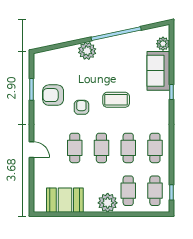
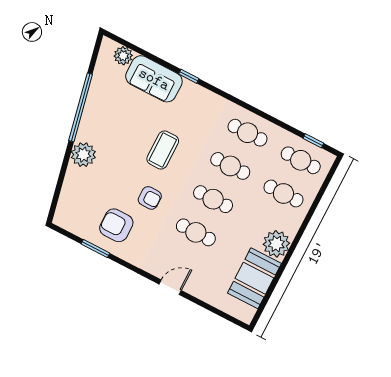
armchair: (53, 95) -> (116, 225), turned 90
armchair: (81, 107) -> (150, 198), turned 180
plant: (108, 203) -> (276, 244), moved

